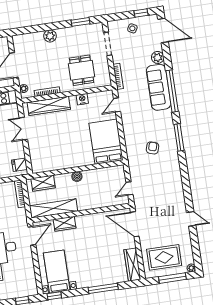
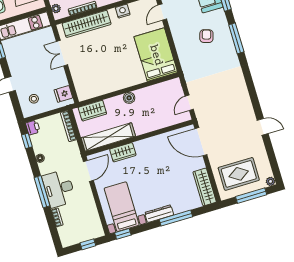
armchair: (153, 148) -> (206, 36), moved
dresser: (89, 282) -> (159, 214), added

